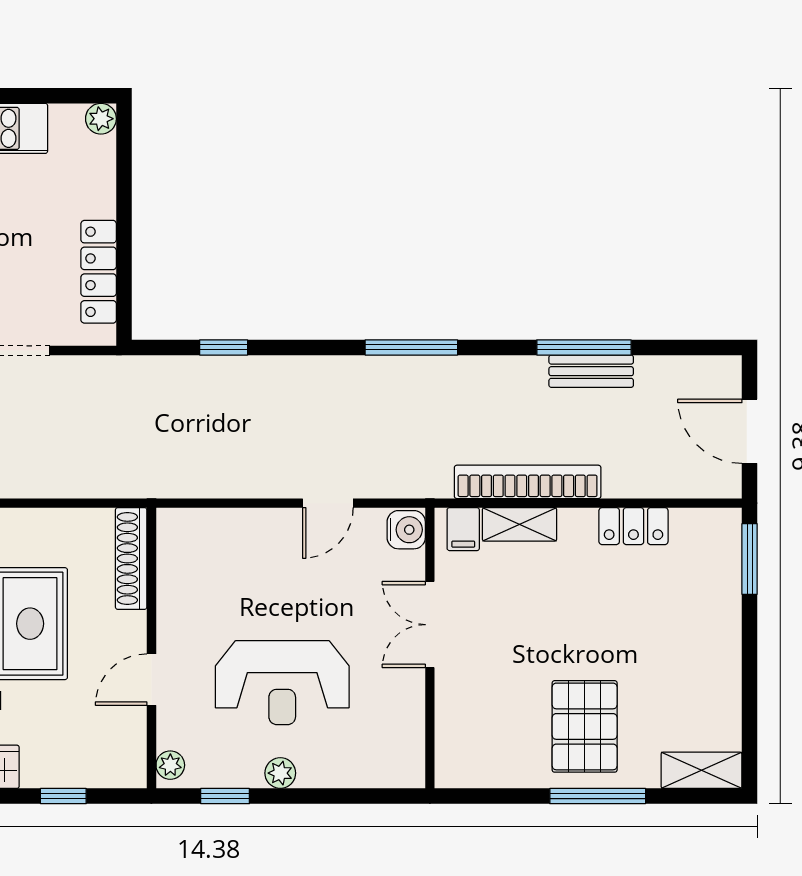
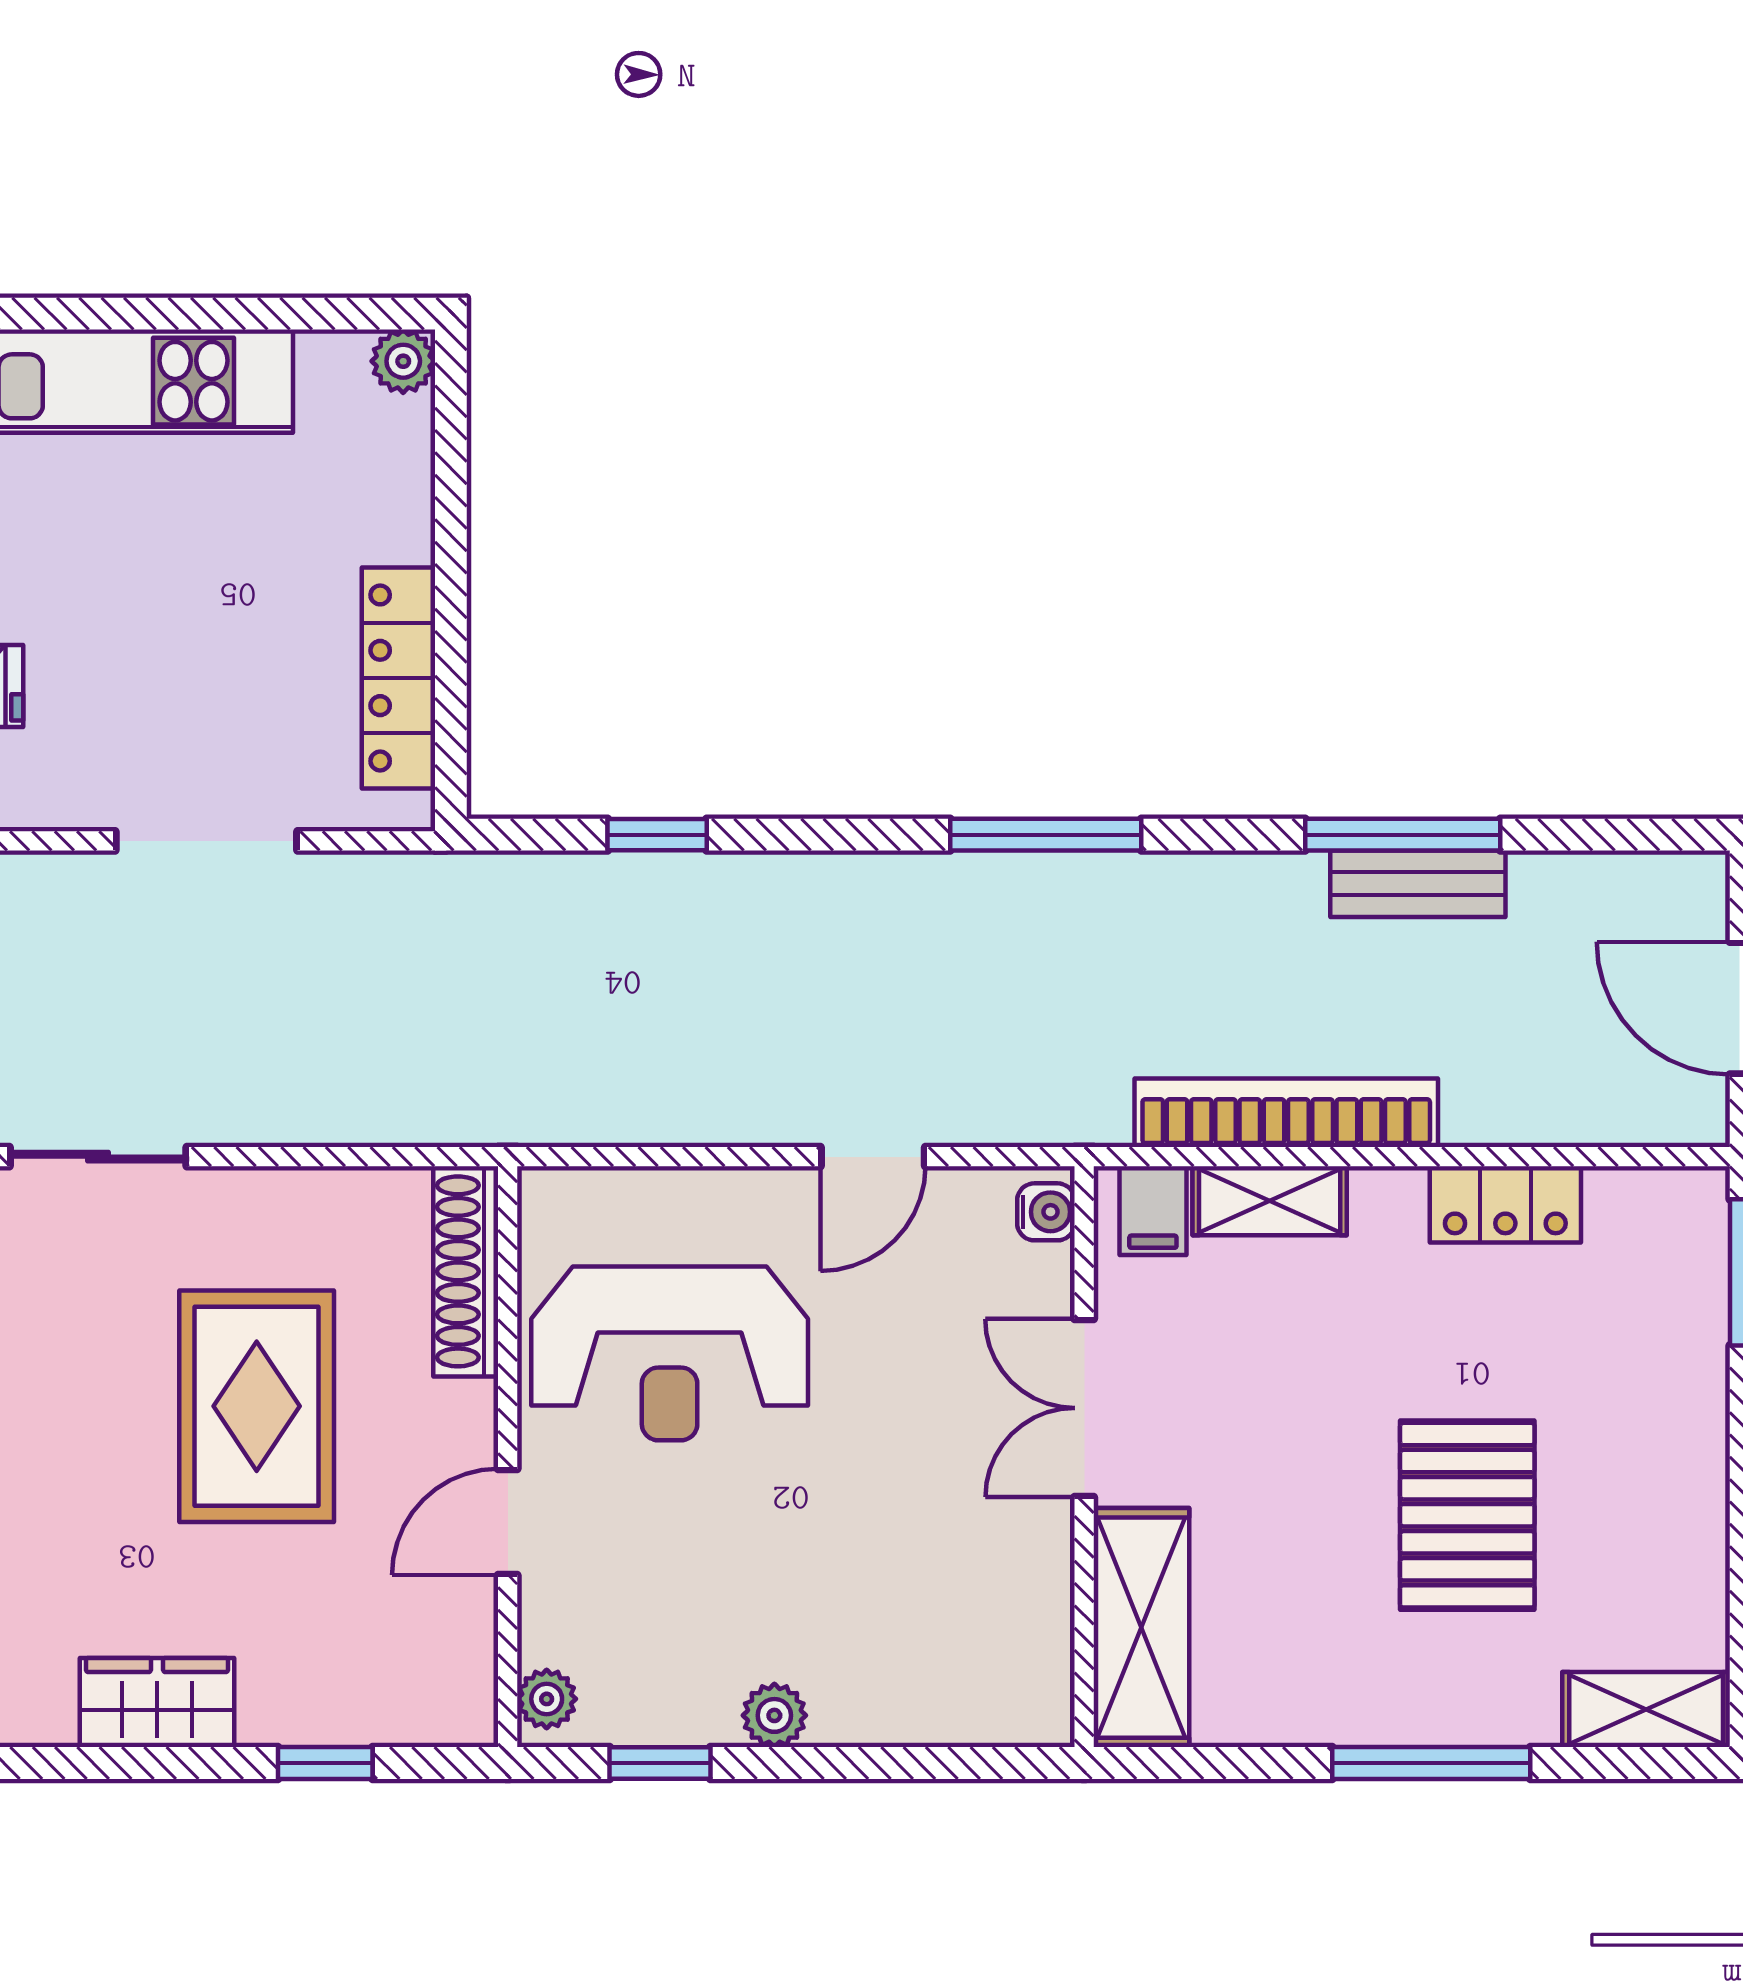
water cooler: (406, 530) -> (1046, 1212), width x0.72, depth x0.72
reception desk: (282, 683) -> (670, 1353), moved
pallet: (585, 726) -> (1467, 1515), moved
shelving: (458, 731) -> (1141, 1628), added

